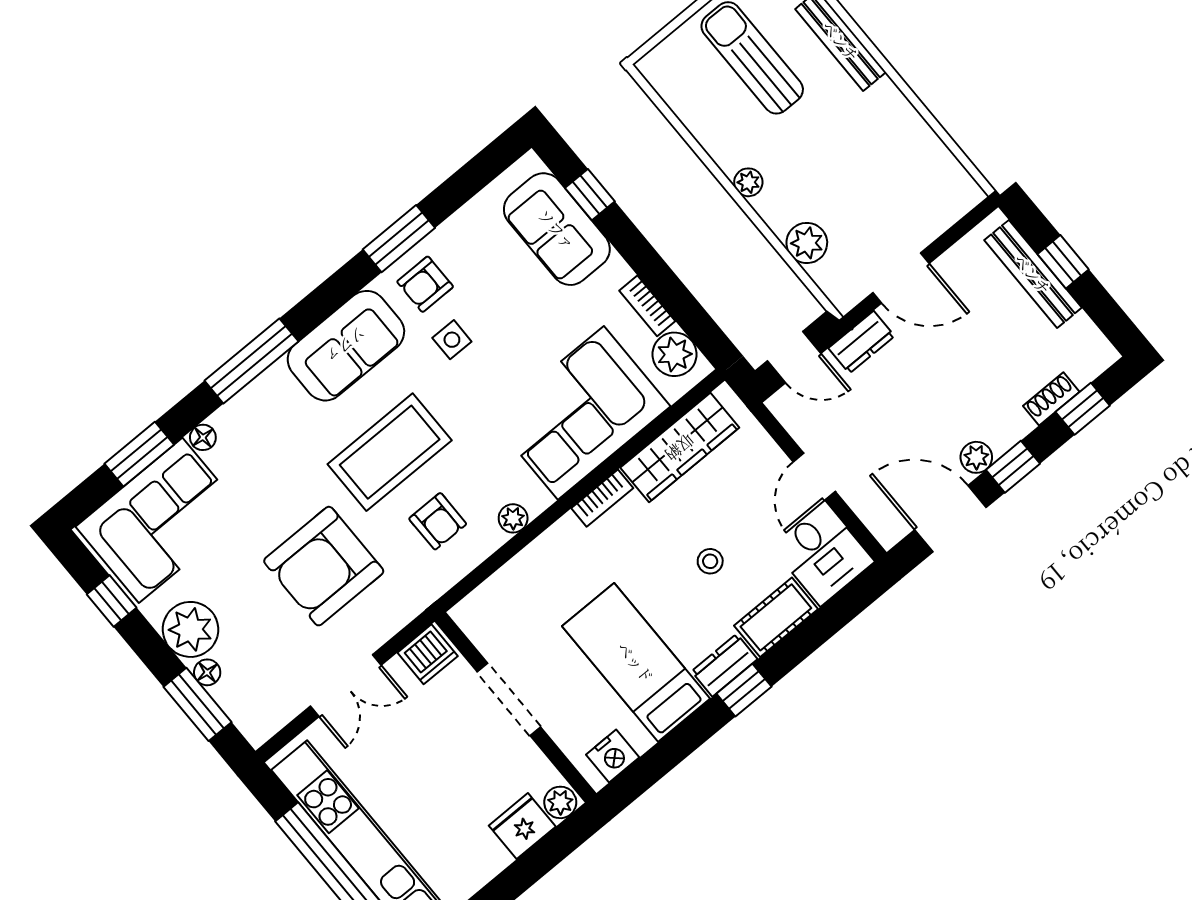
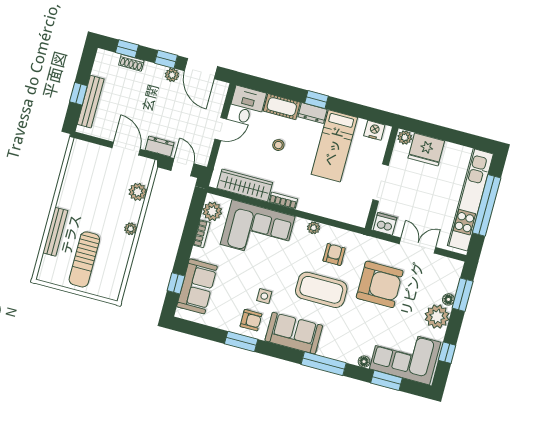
fridge: (522, 826) -> (426, 149), width x1.36, depth x1.34

